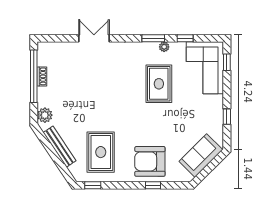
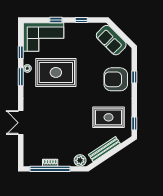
window: (227, 62) -> (56, 20), moved
rug: (159, 84) -> (56, 72), width x1.37, depth x1.44
armchair: (150, 161) -> (116, 79), turned 90

